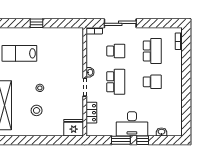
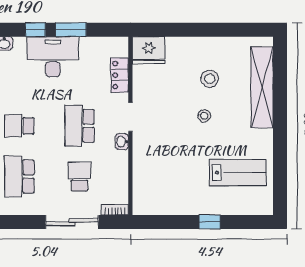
school desk: (116, 51) -> (80, 176), turned 90

